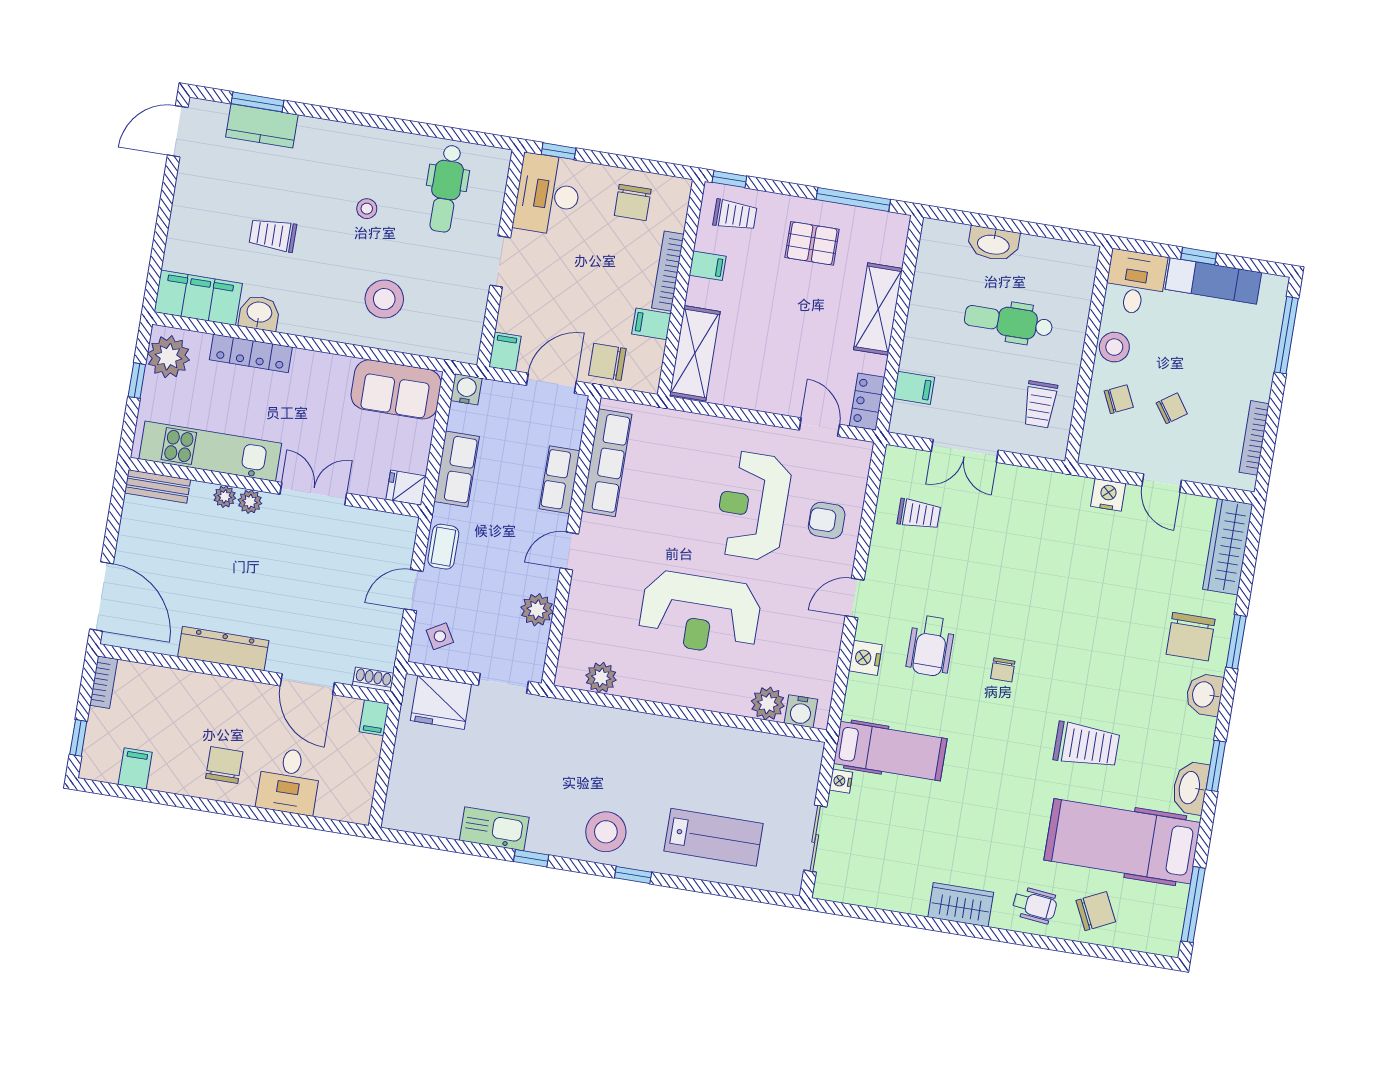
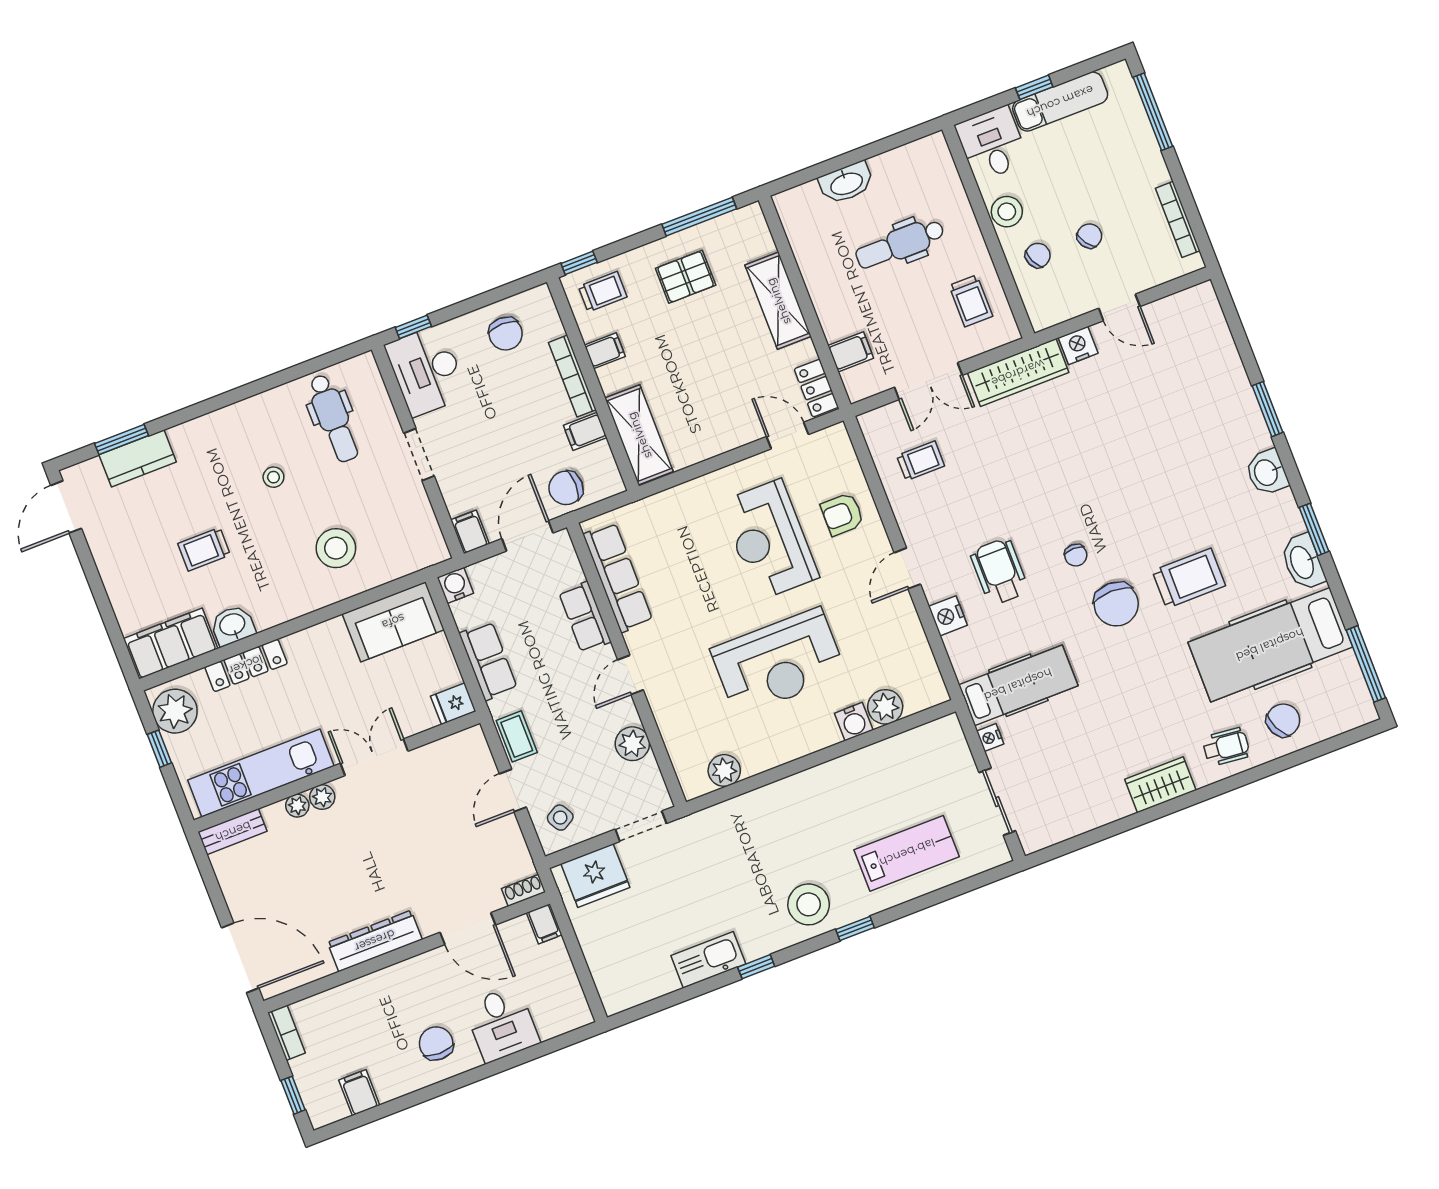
wardrobe: (1228, 547) -> (1018, 373), moved, turned -90
chair: (1191, 637) -> (1116, 604), moved
wheelchair: (931, 646) -> (999, 571), turned 180
water cooler: (801, 711) -> (854, 722), moved

